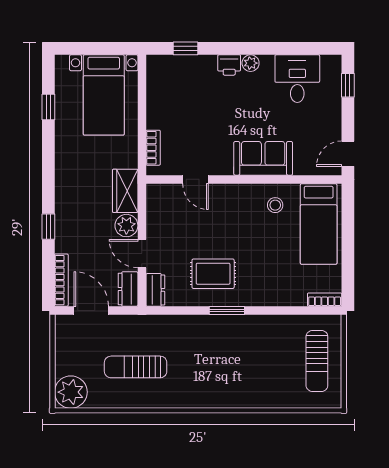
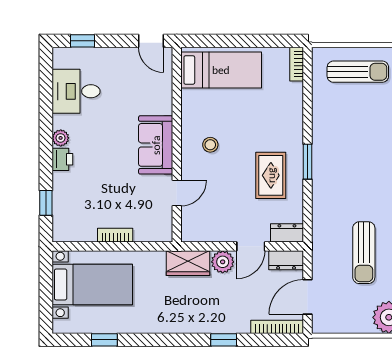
bookcase: (153, 148) -> (115, 235), moved
sofa: (263, 158) -> (156, 145), moved
stool: (275, 205) -> (210, 145), moved

